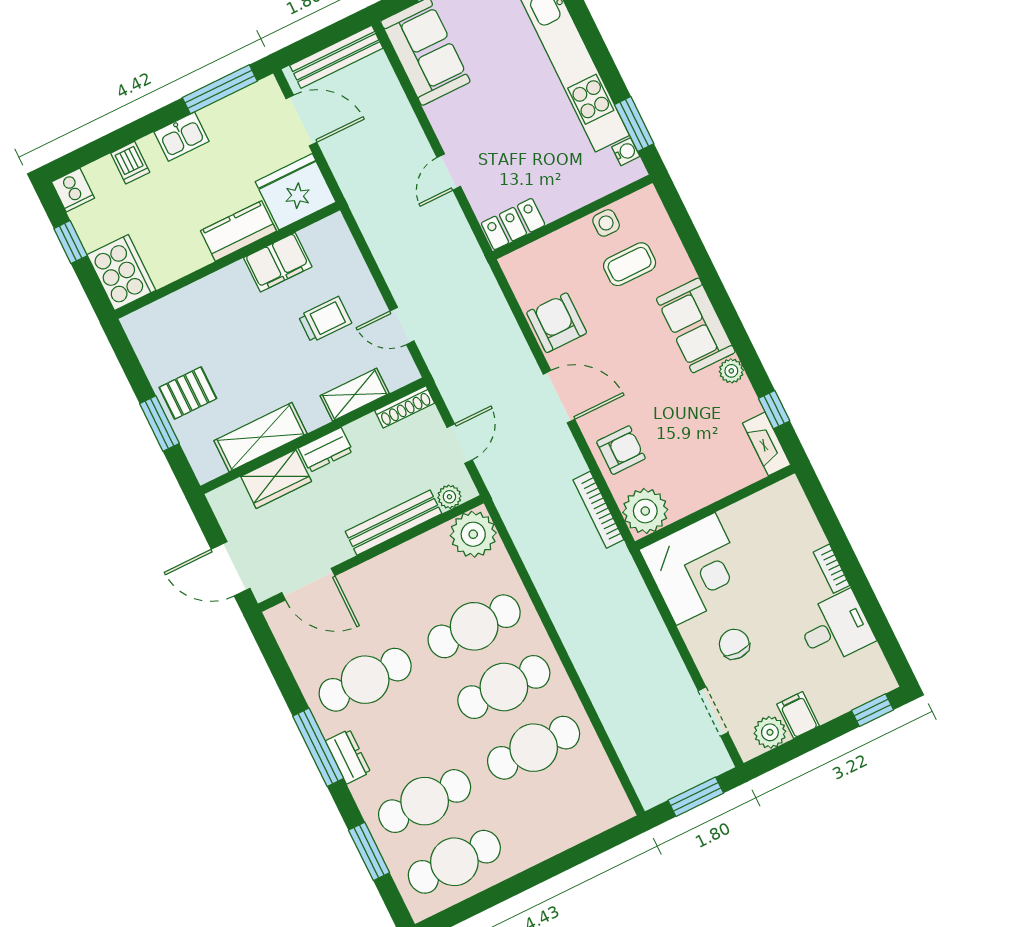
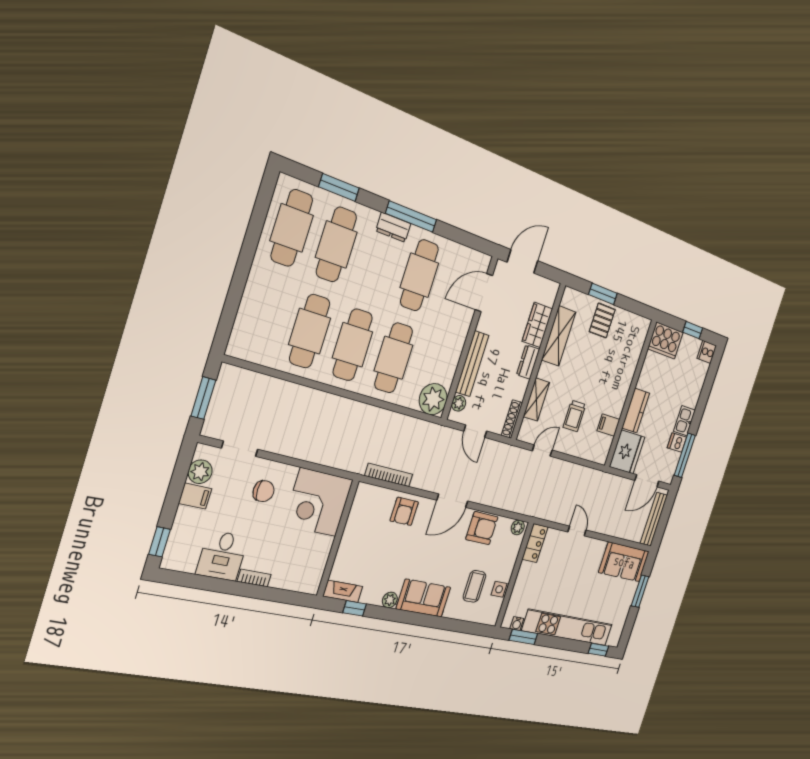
dishwasher: (130, 163) -> (677, 442), moved
filing cabinet: (278, 262) -> (608, 425), width x0.50
plant: (645, 511) -> (518, 527), moved, width x0.53, depth x0.53

